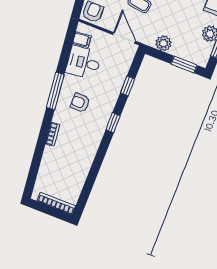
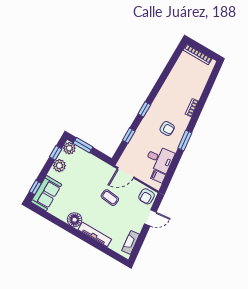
door: (124, 38) -> (126, 173), hinge flipped
plant: (163, 43) -> (69, 148), moved
window: (55, 91) -> (185, 140), width x0.69

